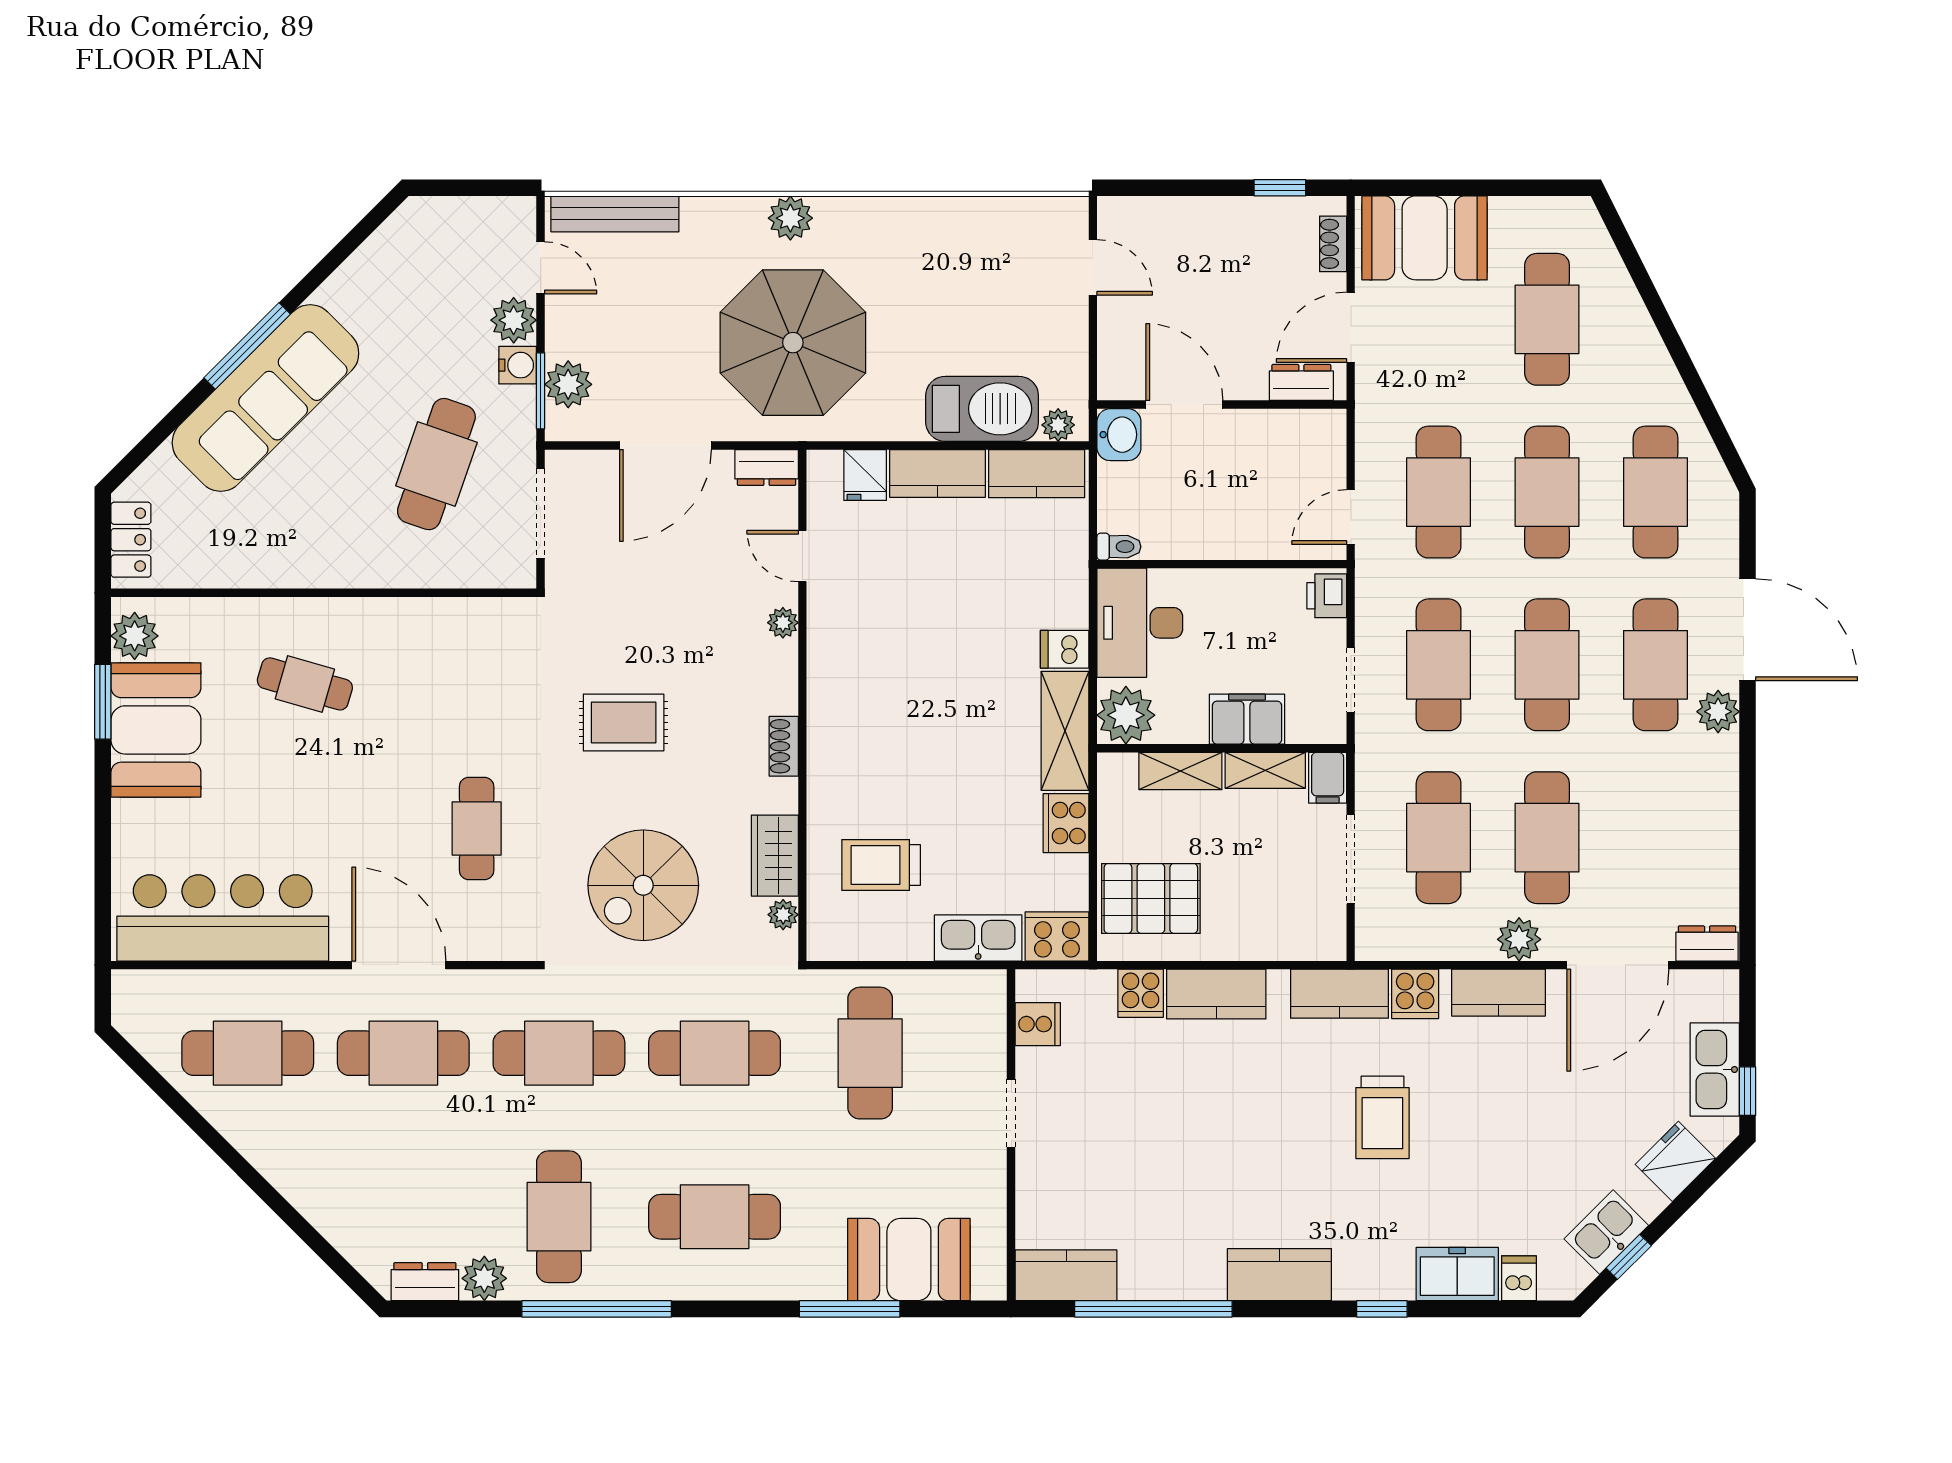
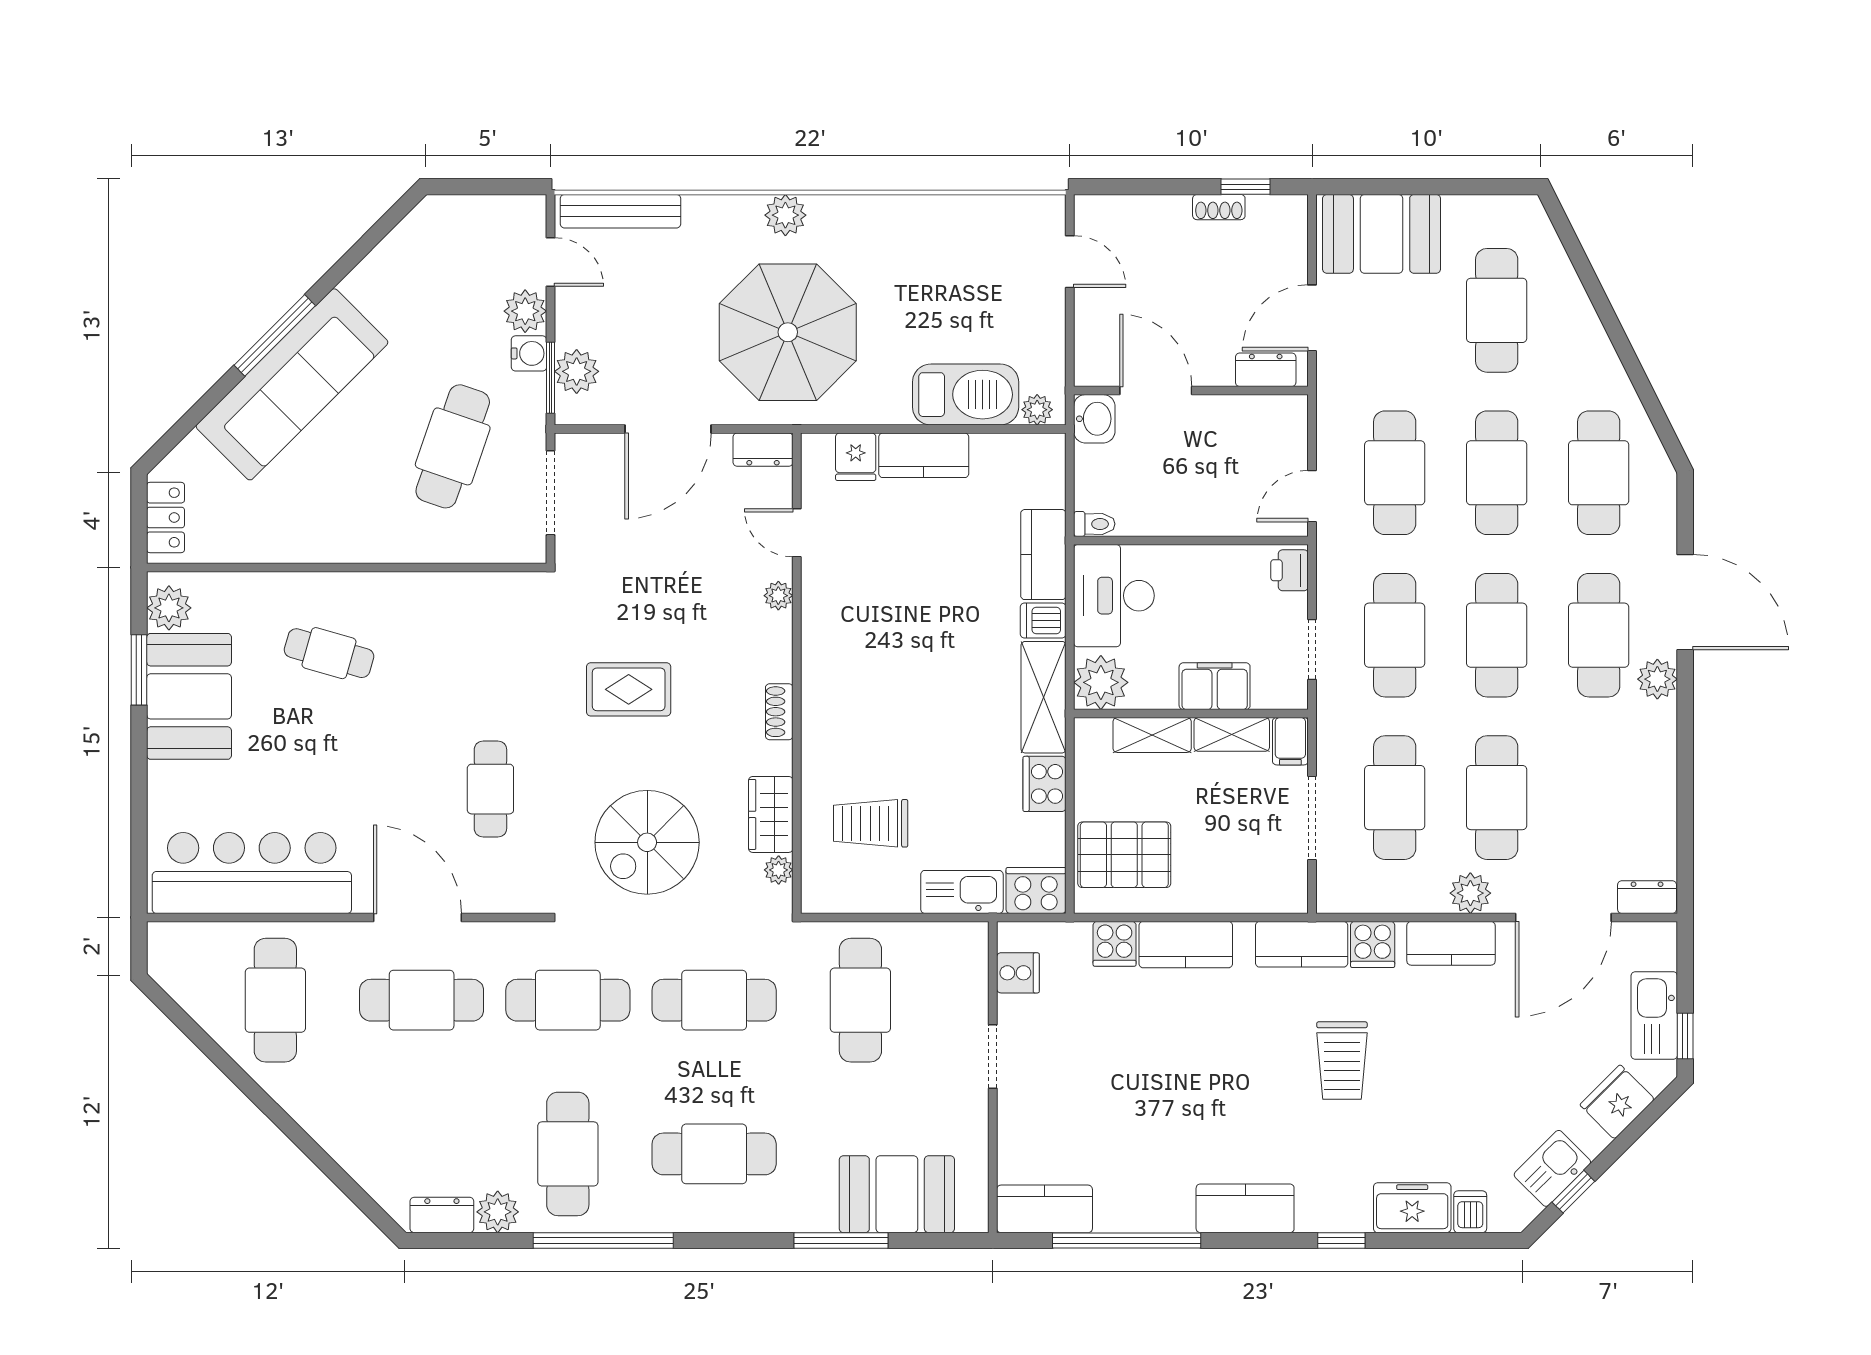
shoe rack: (1333, 244) -> (1219, 207), moved, turned -90
kitchen counter: (1037, 474) -> (1043, 555), moved, turned 90
cafe table: (248, 1053) -> (275, 1000), turned 90

